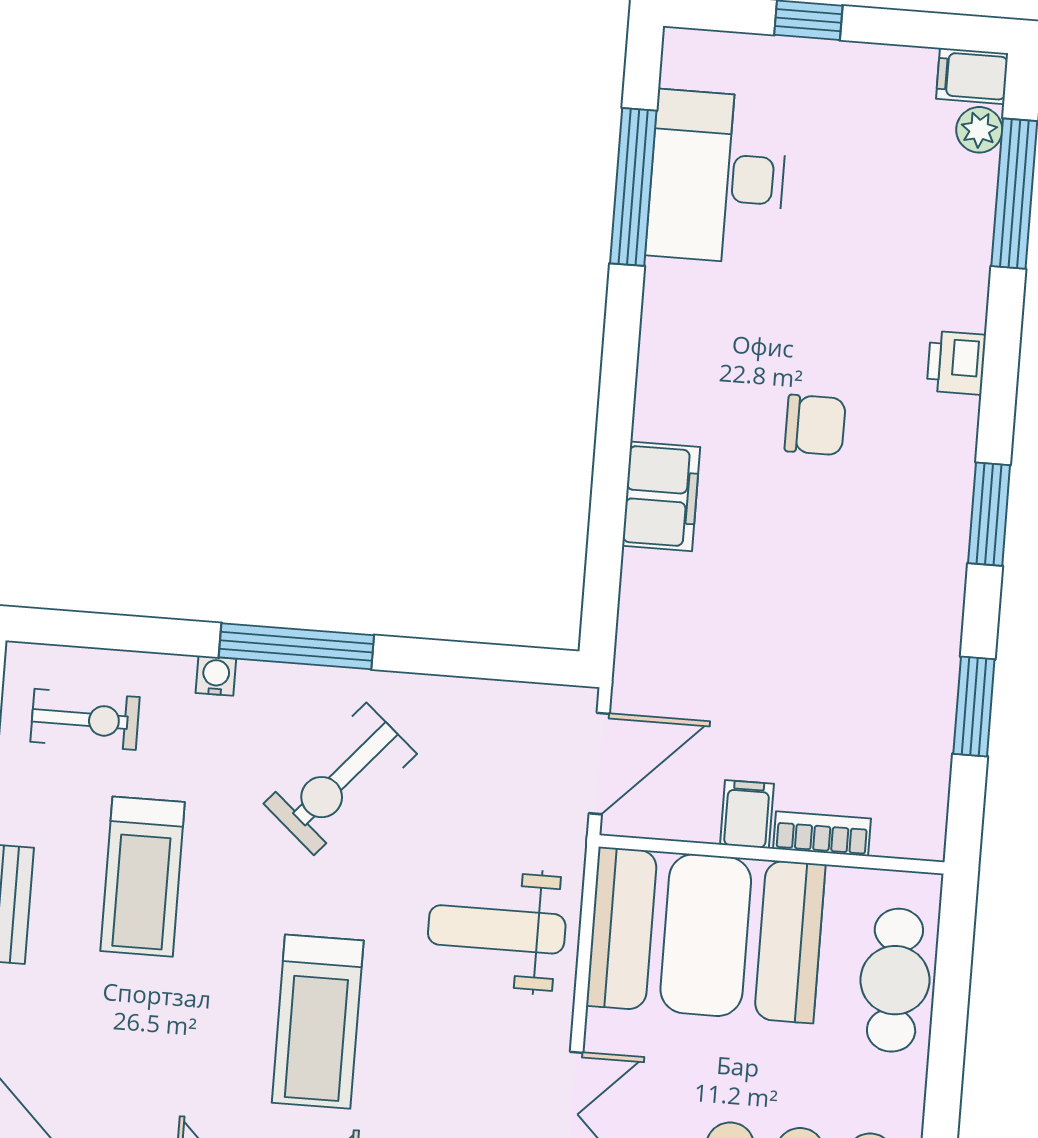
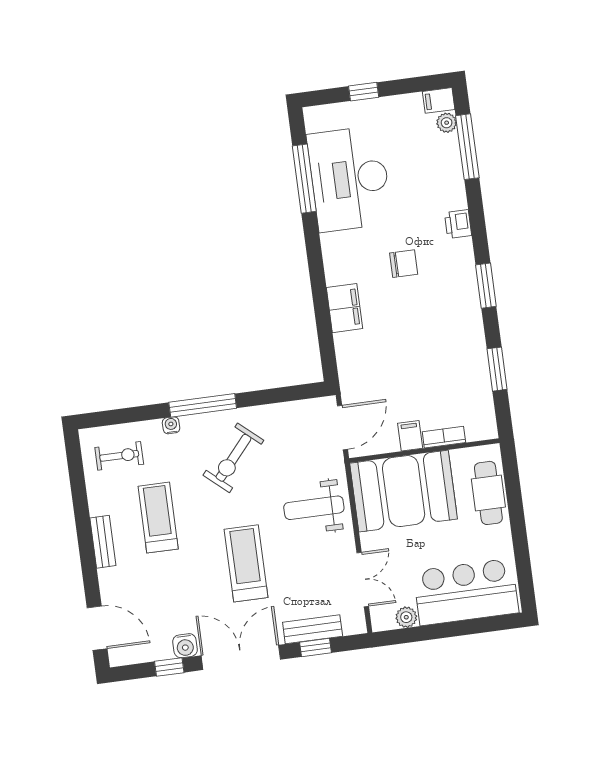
desk: (717, 177) -> (349, 179), width x1.36, depth x1.30
treadmill: (143, 877) -> (158, 518), turned 180
treadmill: (318, 1022) -> (246, 563), turned 180

